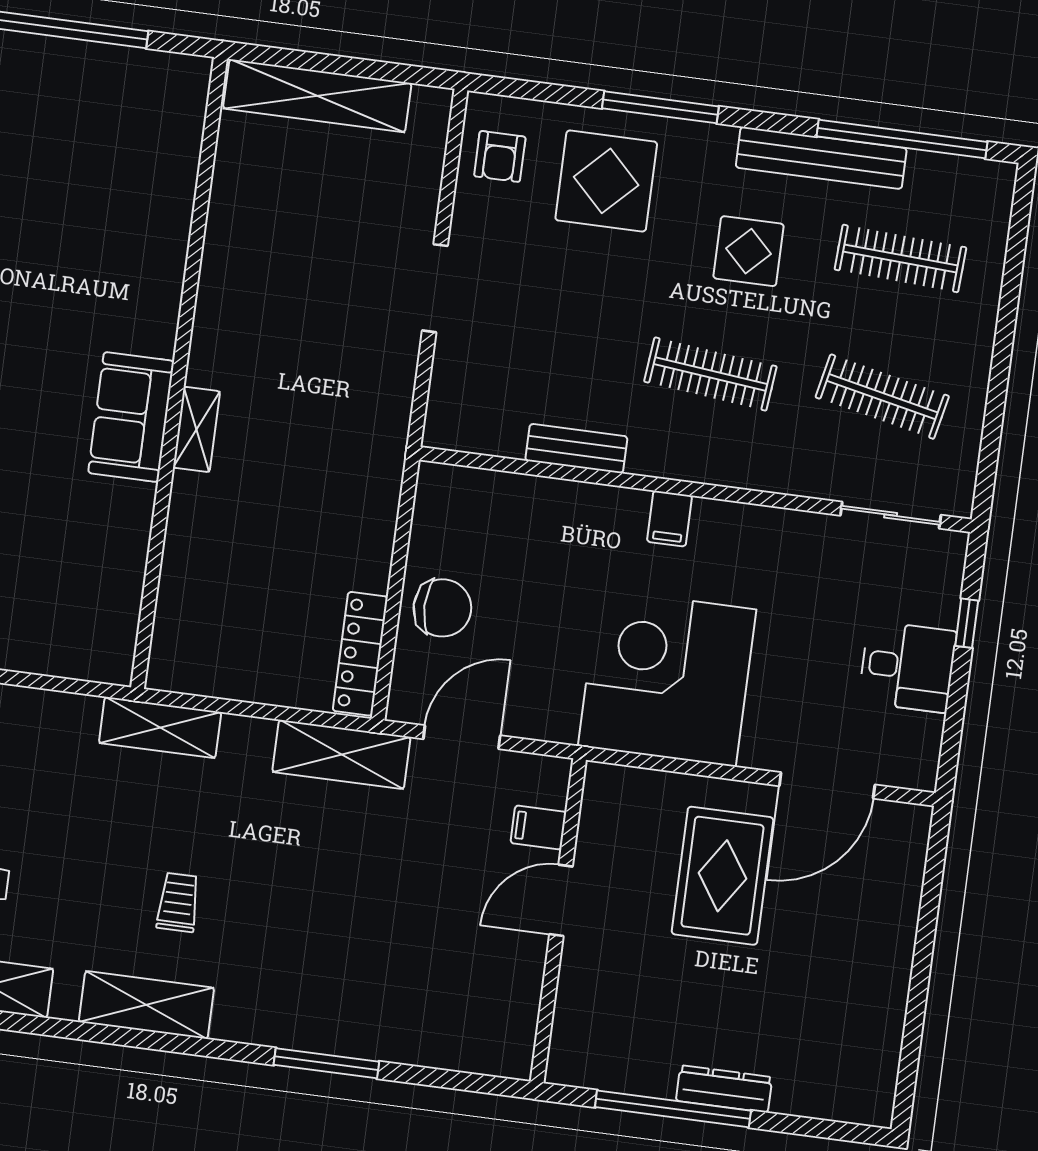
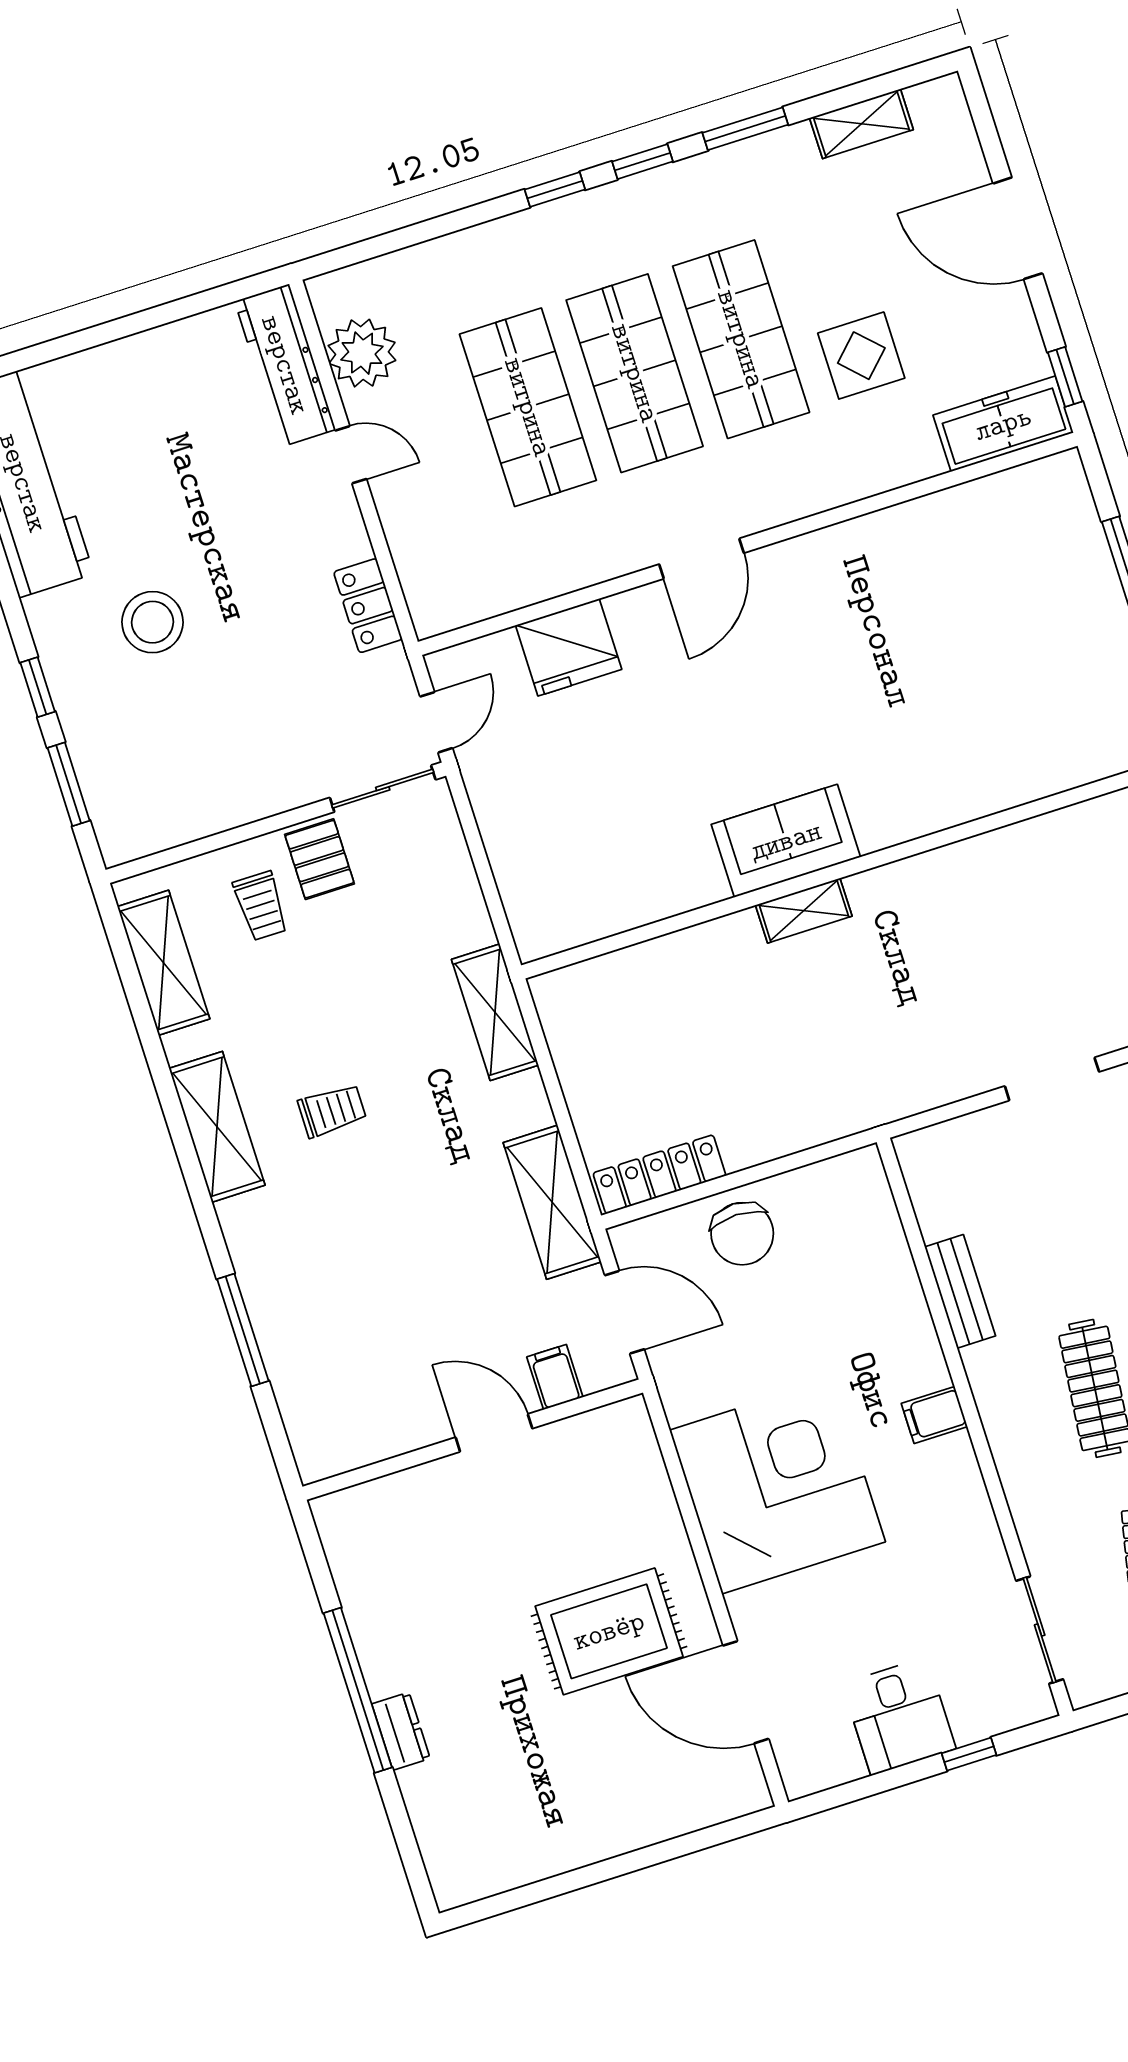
filing cabinet: (538, 827) -> (555, 1377), moved
door: (561, 900) -> (494, 1433), moved
wall: (558, 921) -> (473, 1440), moved
dresser: (724, 1089) -> (401, 1731), width x0.70

